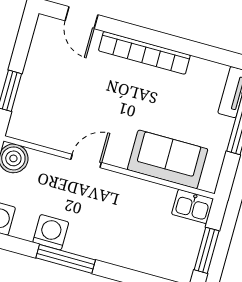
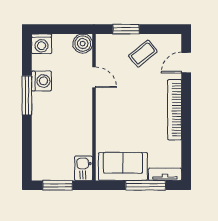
coffee table: (51, 76) -> (143, 54), added
sofa: (168, 159) -> (123, 167), moved, turned -90
door: (86, 161) -> (94, 77), moved

